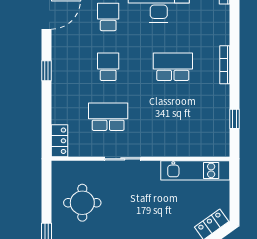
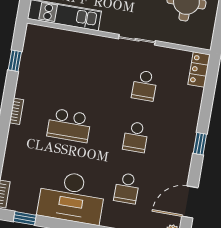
bookcase: (225, 65) -> (17, 111), width x0.64
school desk: (108, 117) -> (145, 86), width x0.54

